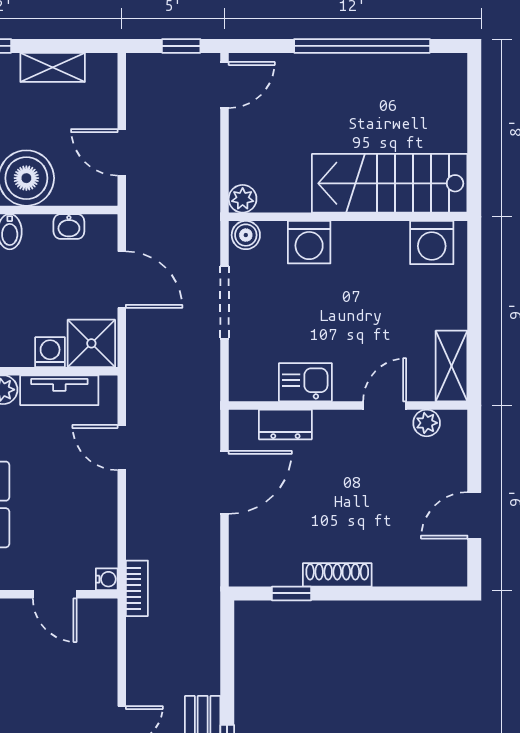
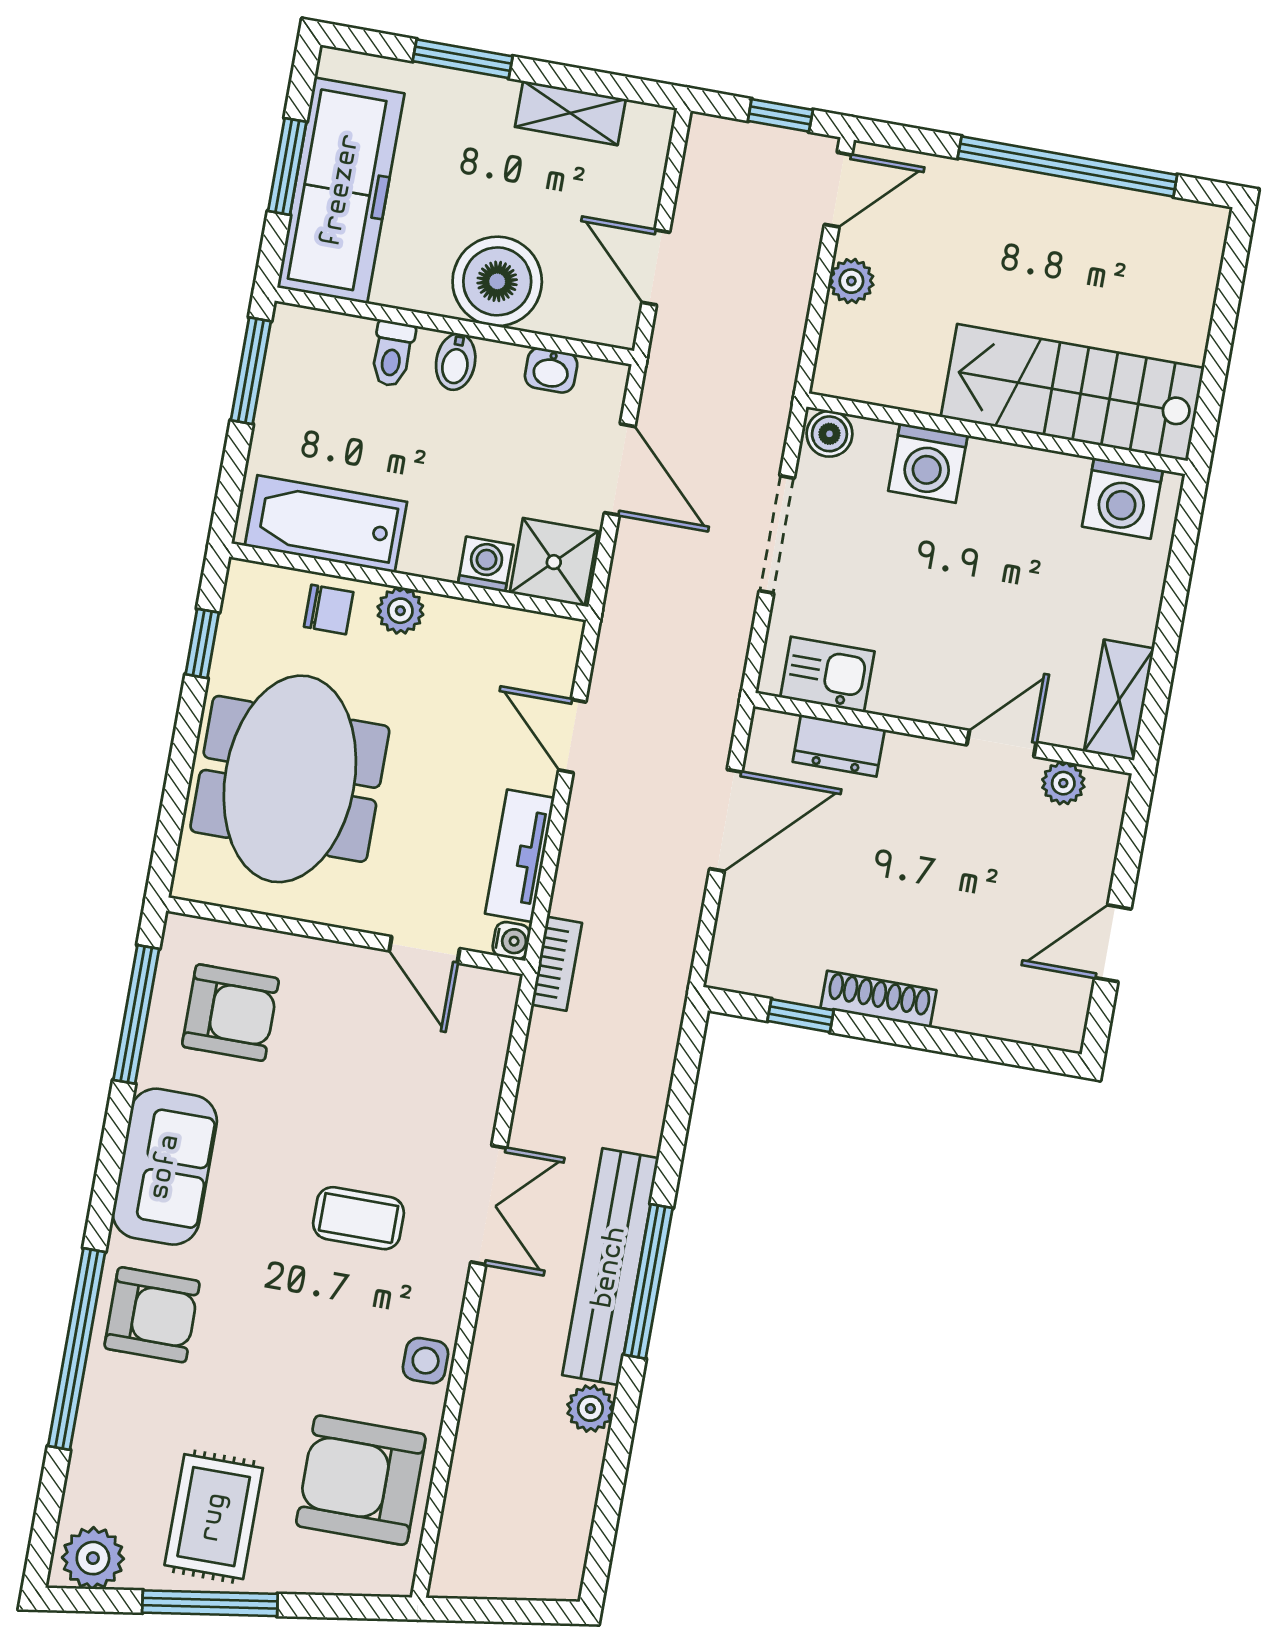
plant: (243, 199) -> (851, 281), moved
kitchen sink: (305, 382) -> (827, 674), moved
tv unit: (59, 390) -> (520, 856), moved, turned 90

